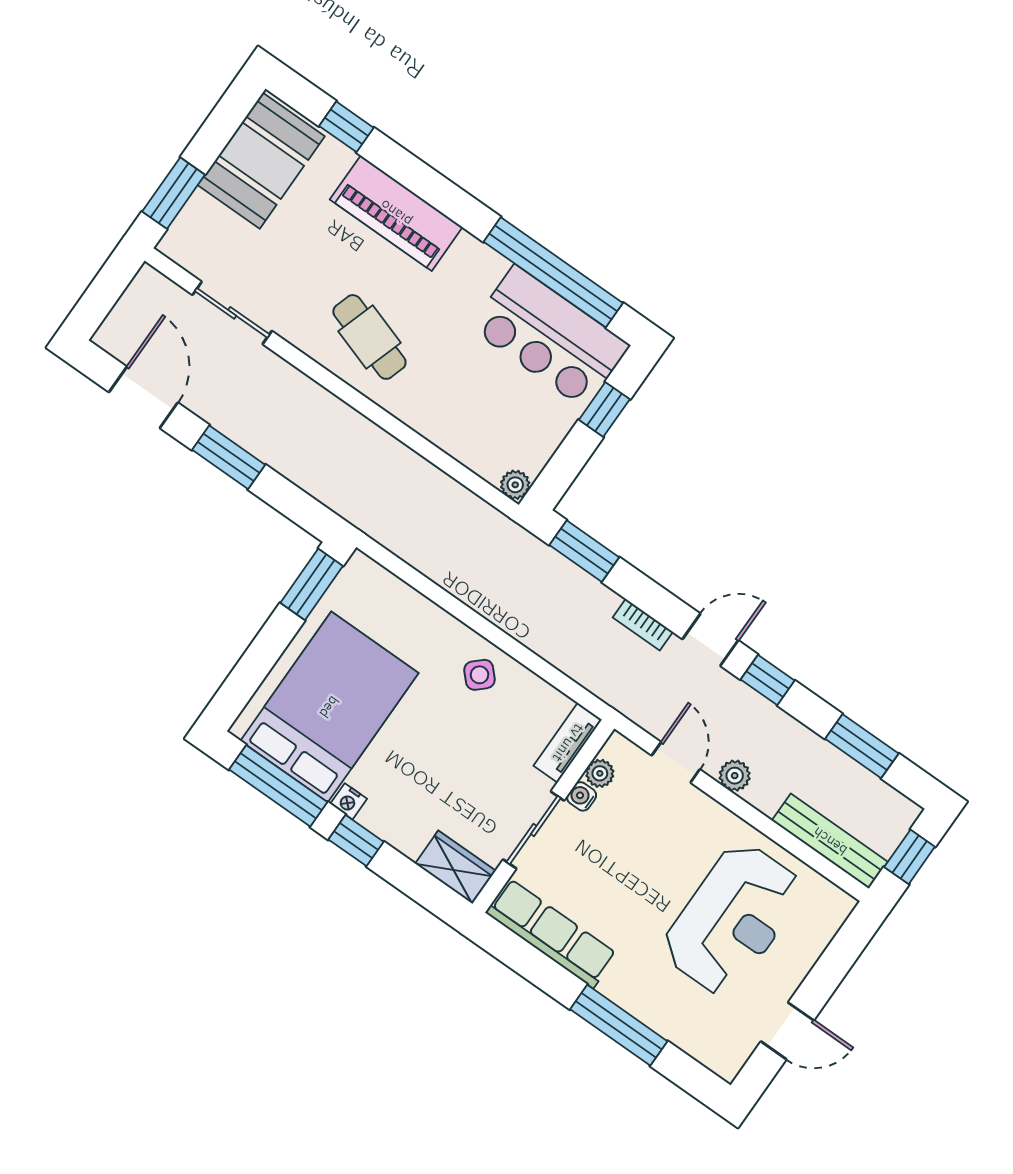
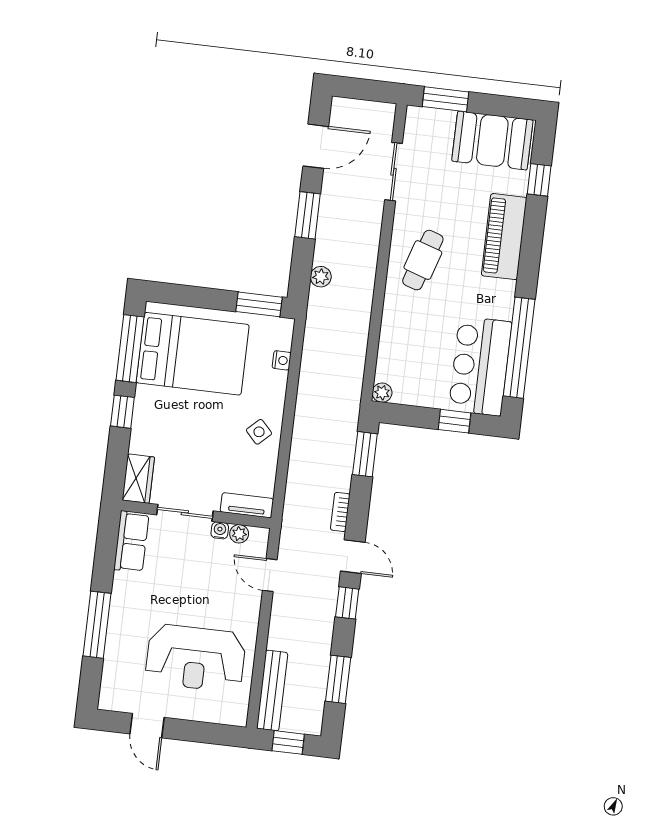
door: (676, 762) -> (270, 575), swing flipped
plant: (735, 776) -> (321, 277), moved
nightstand: (349, 801) -> (282, 360), moved, turned 180
row of seats: (551, 933) -> (131, 542), width x0.68

